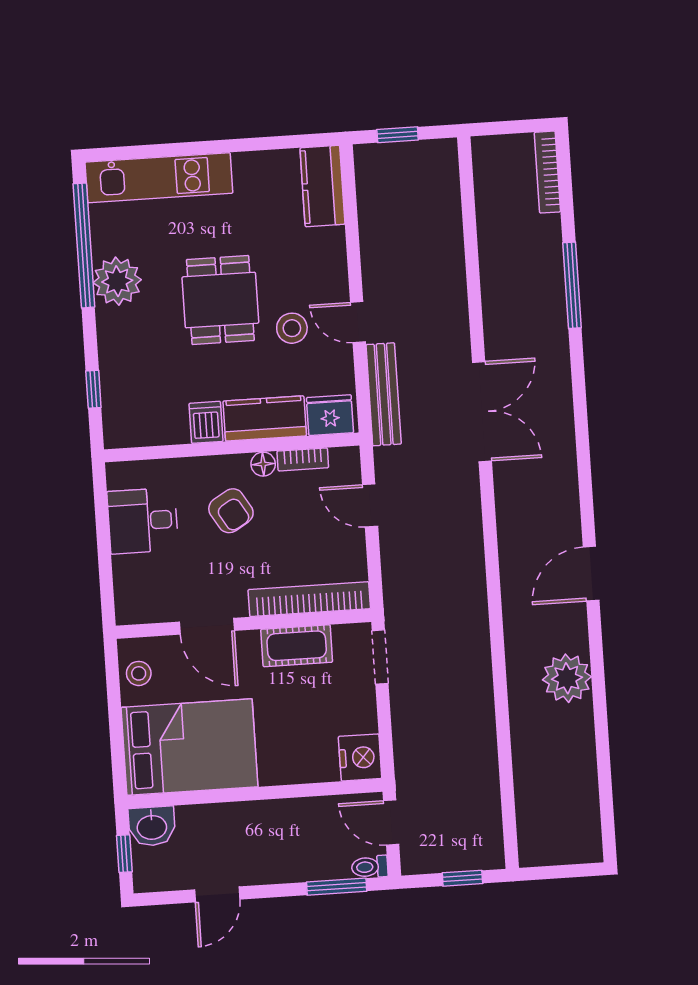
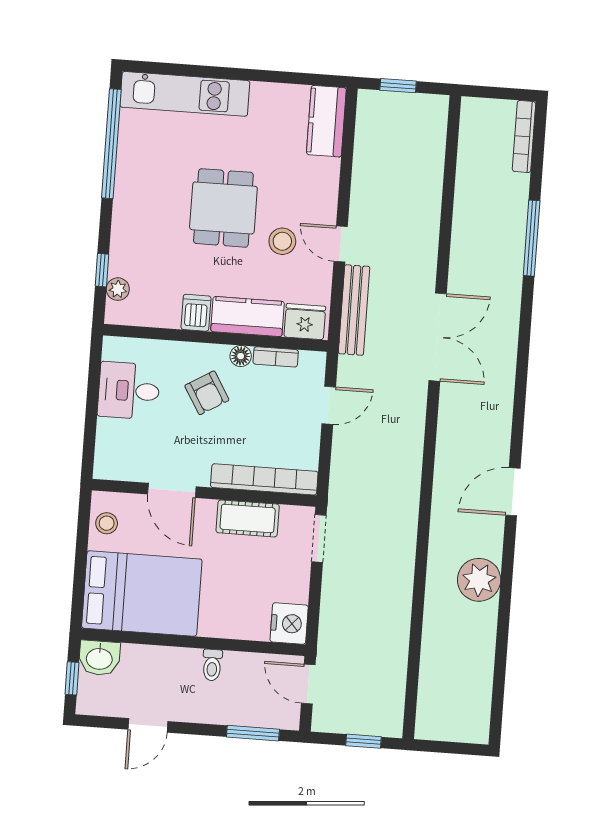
plant: (117, 281) -> (118, 289), moved, width x0.53, depth x0.53
door: (370, 506) -> (329, 405), swing flipped
toilet: (370, 867) -> (212, 665), moved, turned -90

